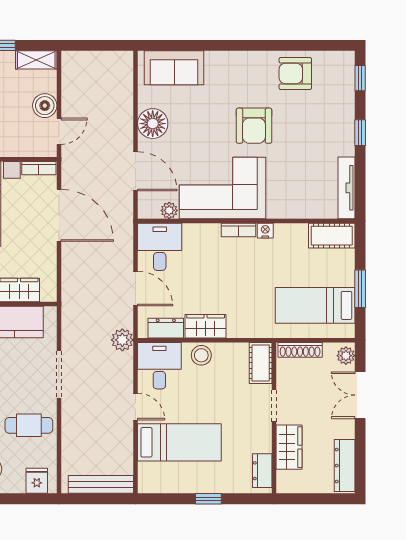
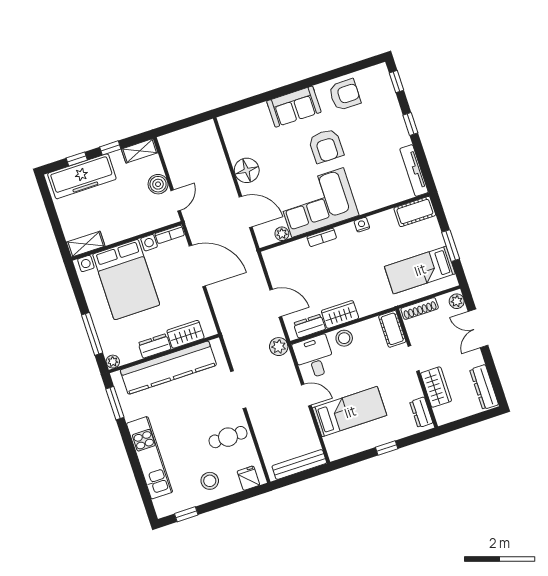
sofa: (174, 68) -> (294, 107), moved
armchair: (295, 73) -> (345, 95), turned 180
bookcase: (239, 230) -> (322, 237), moved
desk: (160, 247) -> (284, 264), removed

